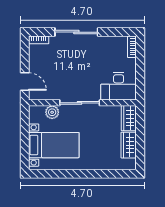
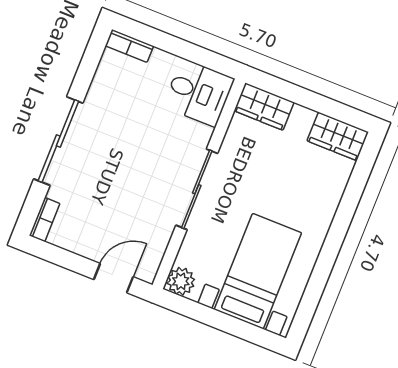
desk: (119, 86) -> (199, 93), width x0.73
plant: (52, 112) -> (181, 281), moved
wardrobe: (129, 145) -> (338, 136), moved

